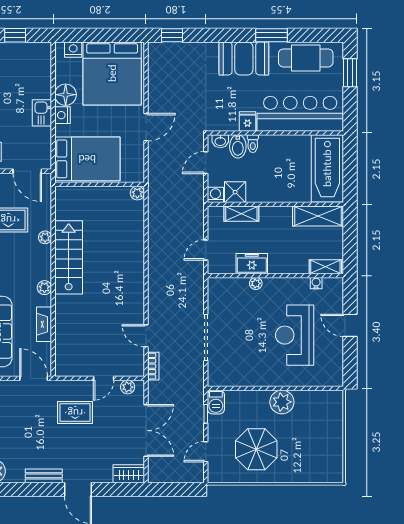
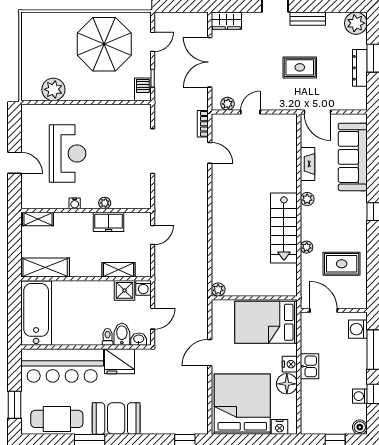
fridge: (248, 122) -> (120, 361), width x1.88, depth x1.34
water cooler: (316, 283) -> (75, 203), moved
plant: (282, 402) -> (53, 89), moved
rug: (75, 413) -> (300, 67), moved
parasol: (256, 449) -> (104, 44), width x1.36, depth x1.36

